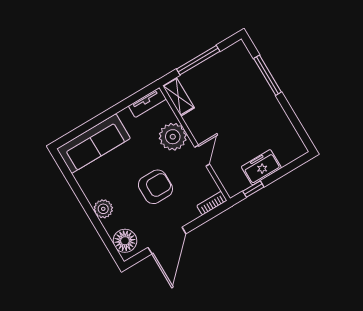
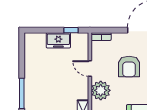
door: (202, 156) -> (90, 69), hinge flipped
armchair: (155, 187) -> (129, 66), turned -90

